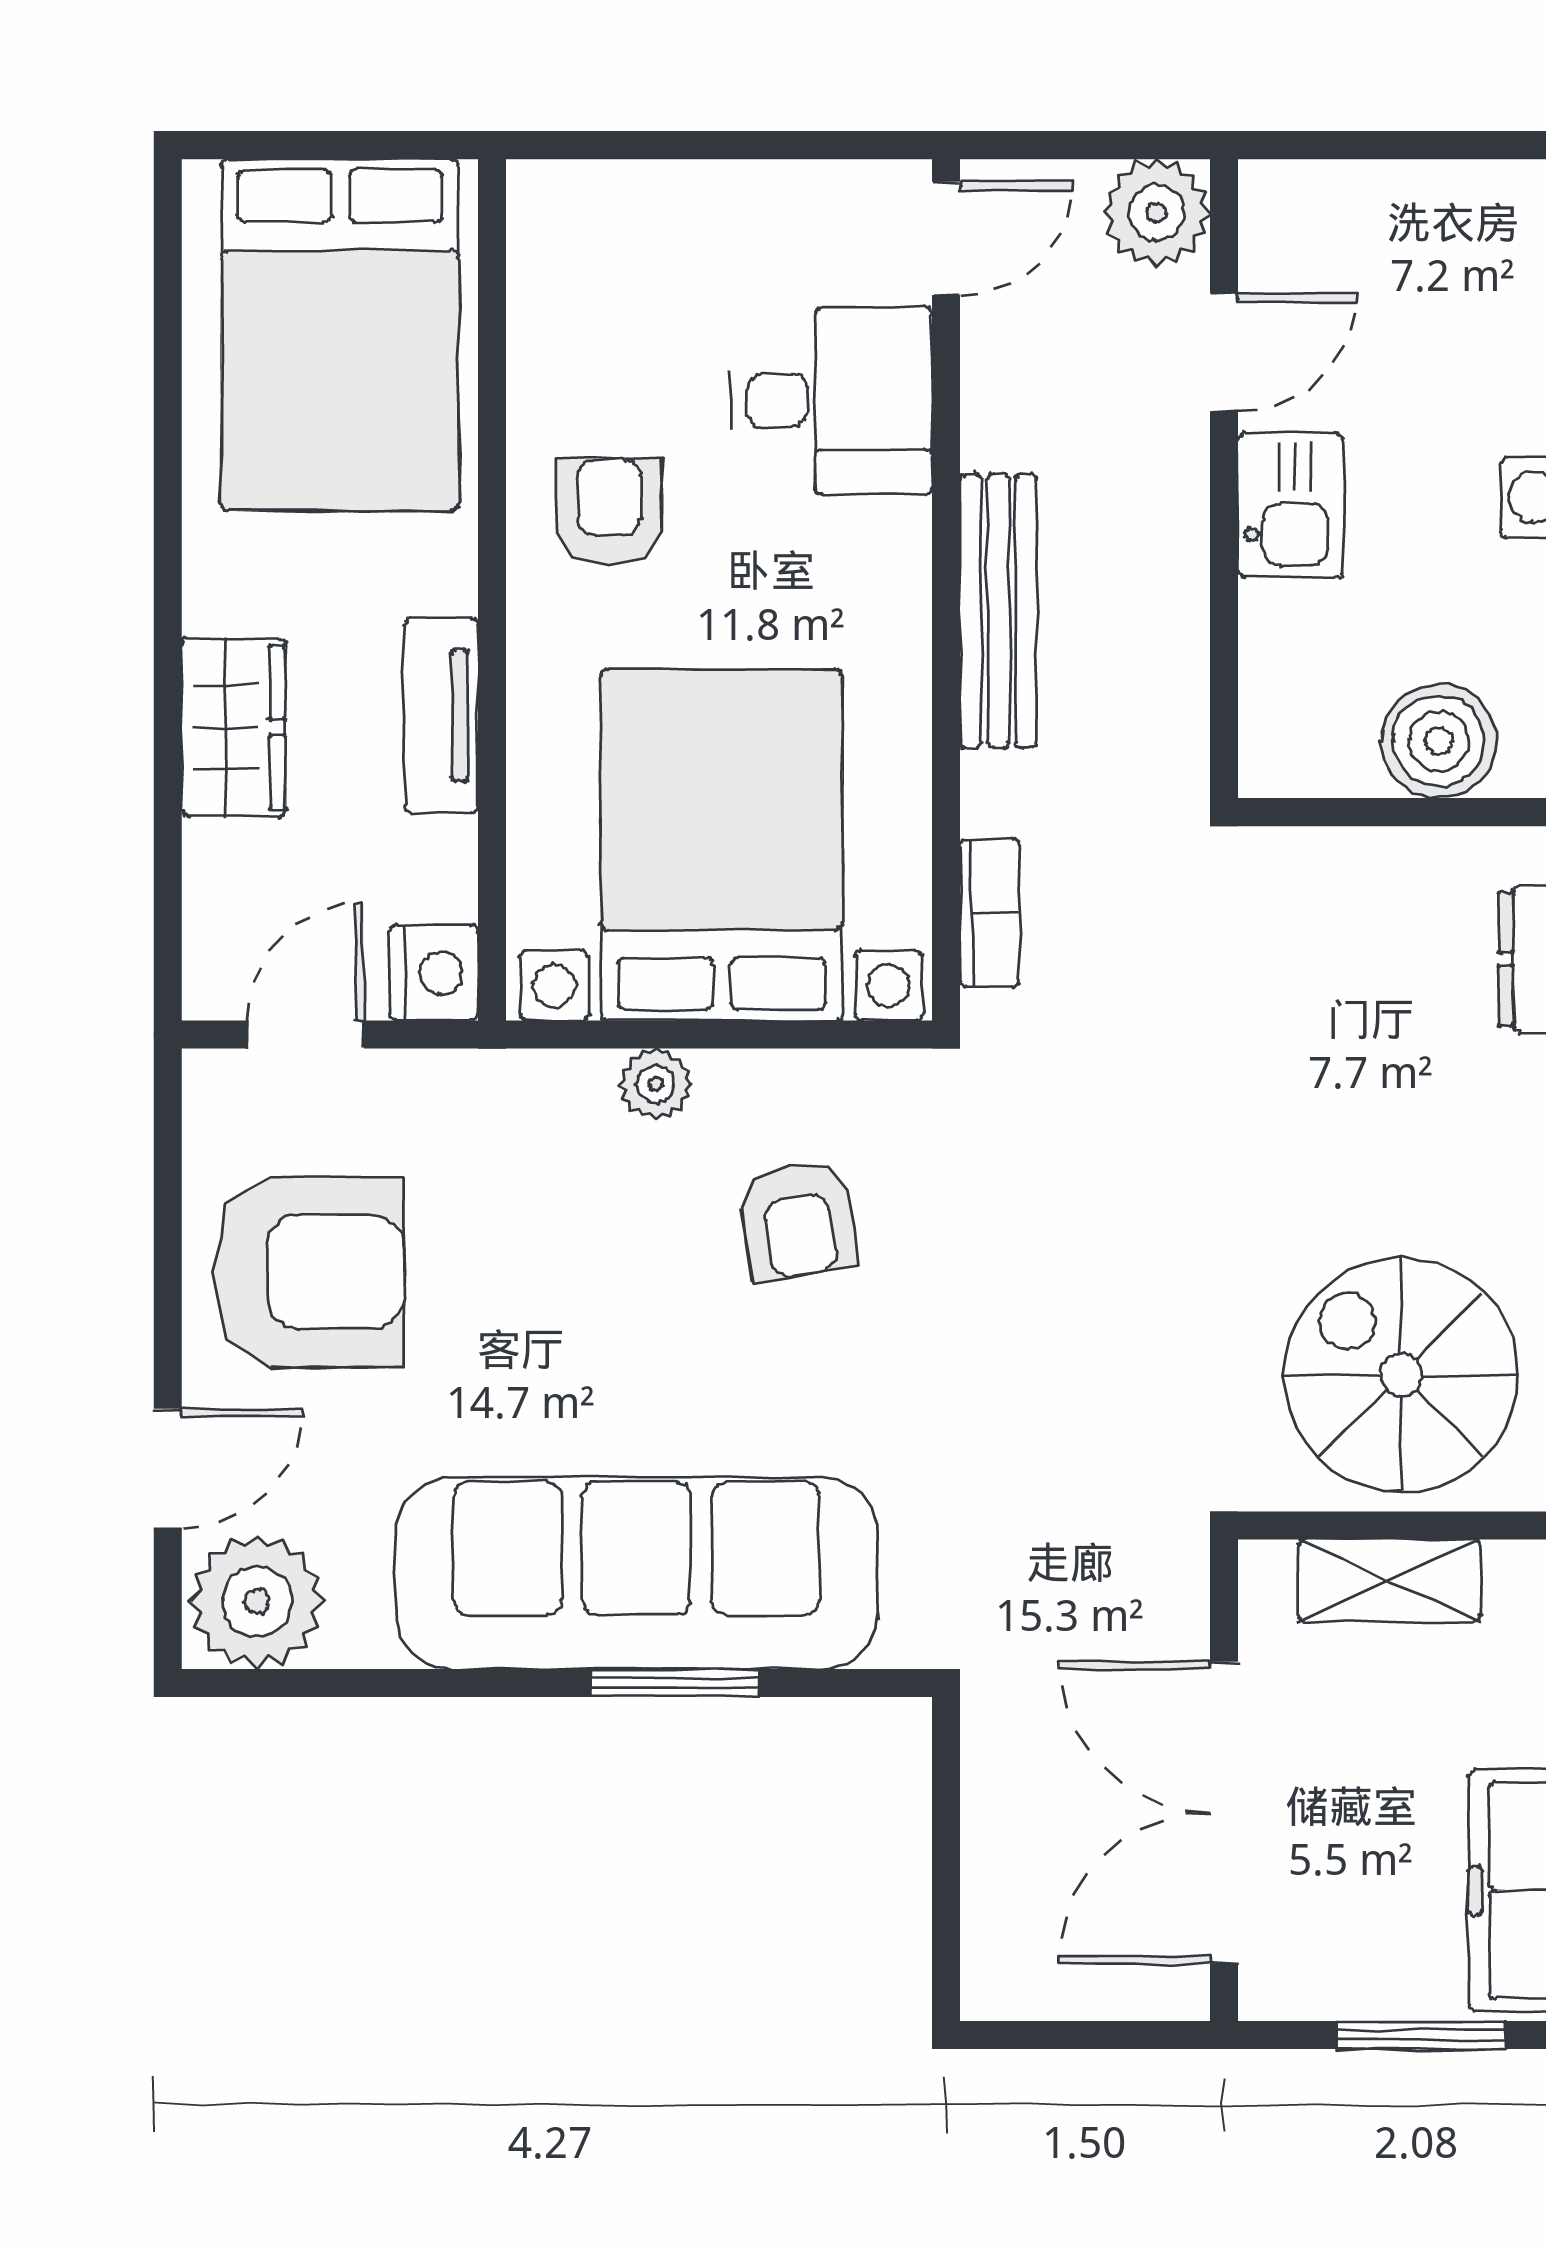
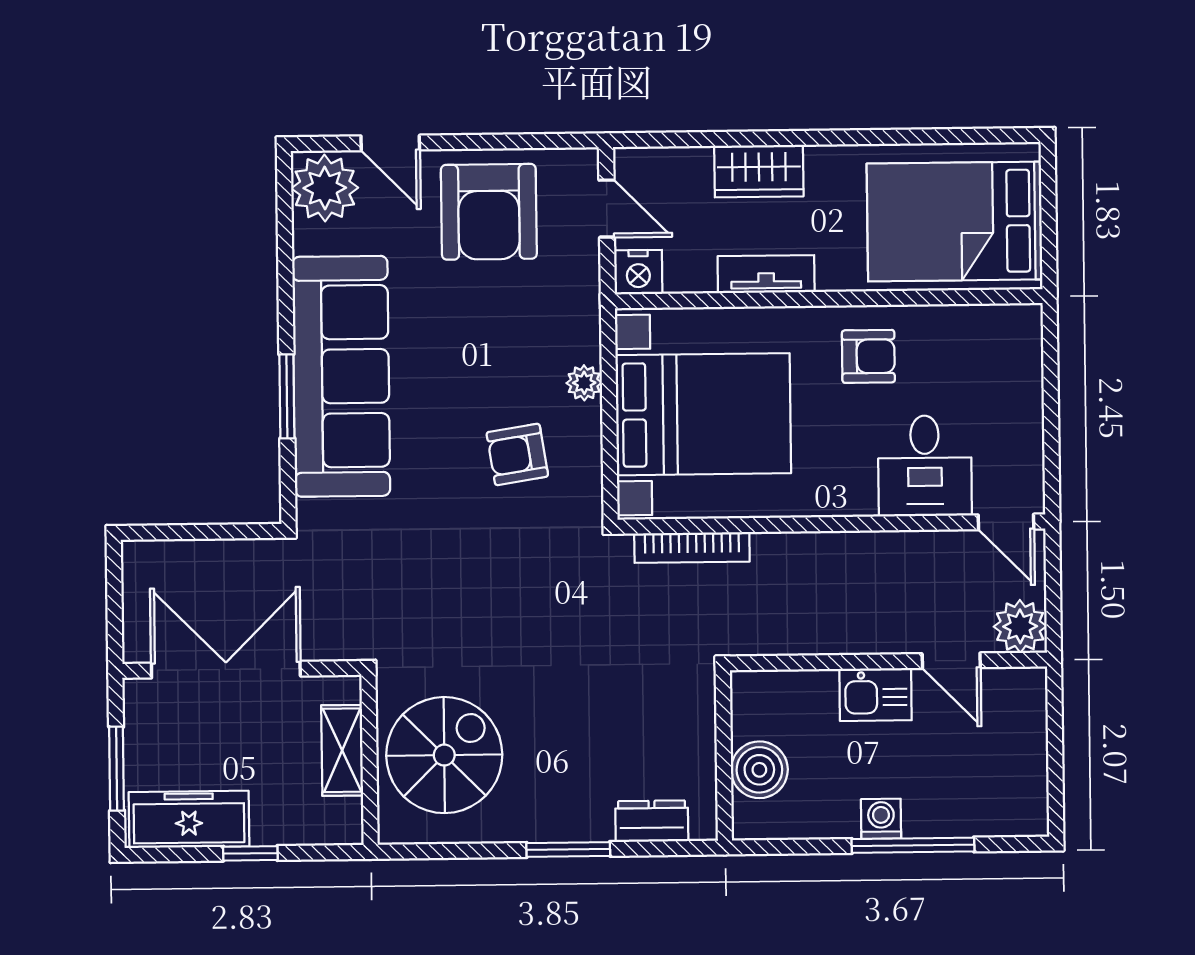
bench: (998, 611) -> (821, 550), removed
bookcase: (990, 913) -> (692, 547), width x1.56

